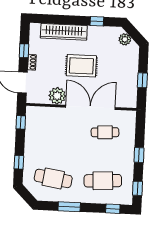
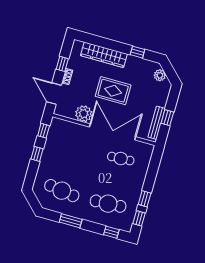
bench: (133, 88) -> (157, 123), added
window: (139, 155) -> (145, 199), moved
window: (19, 162) -> (37, 154), moved

